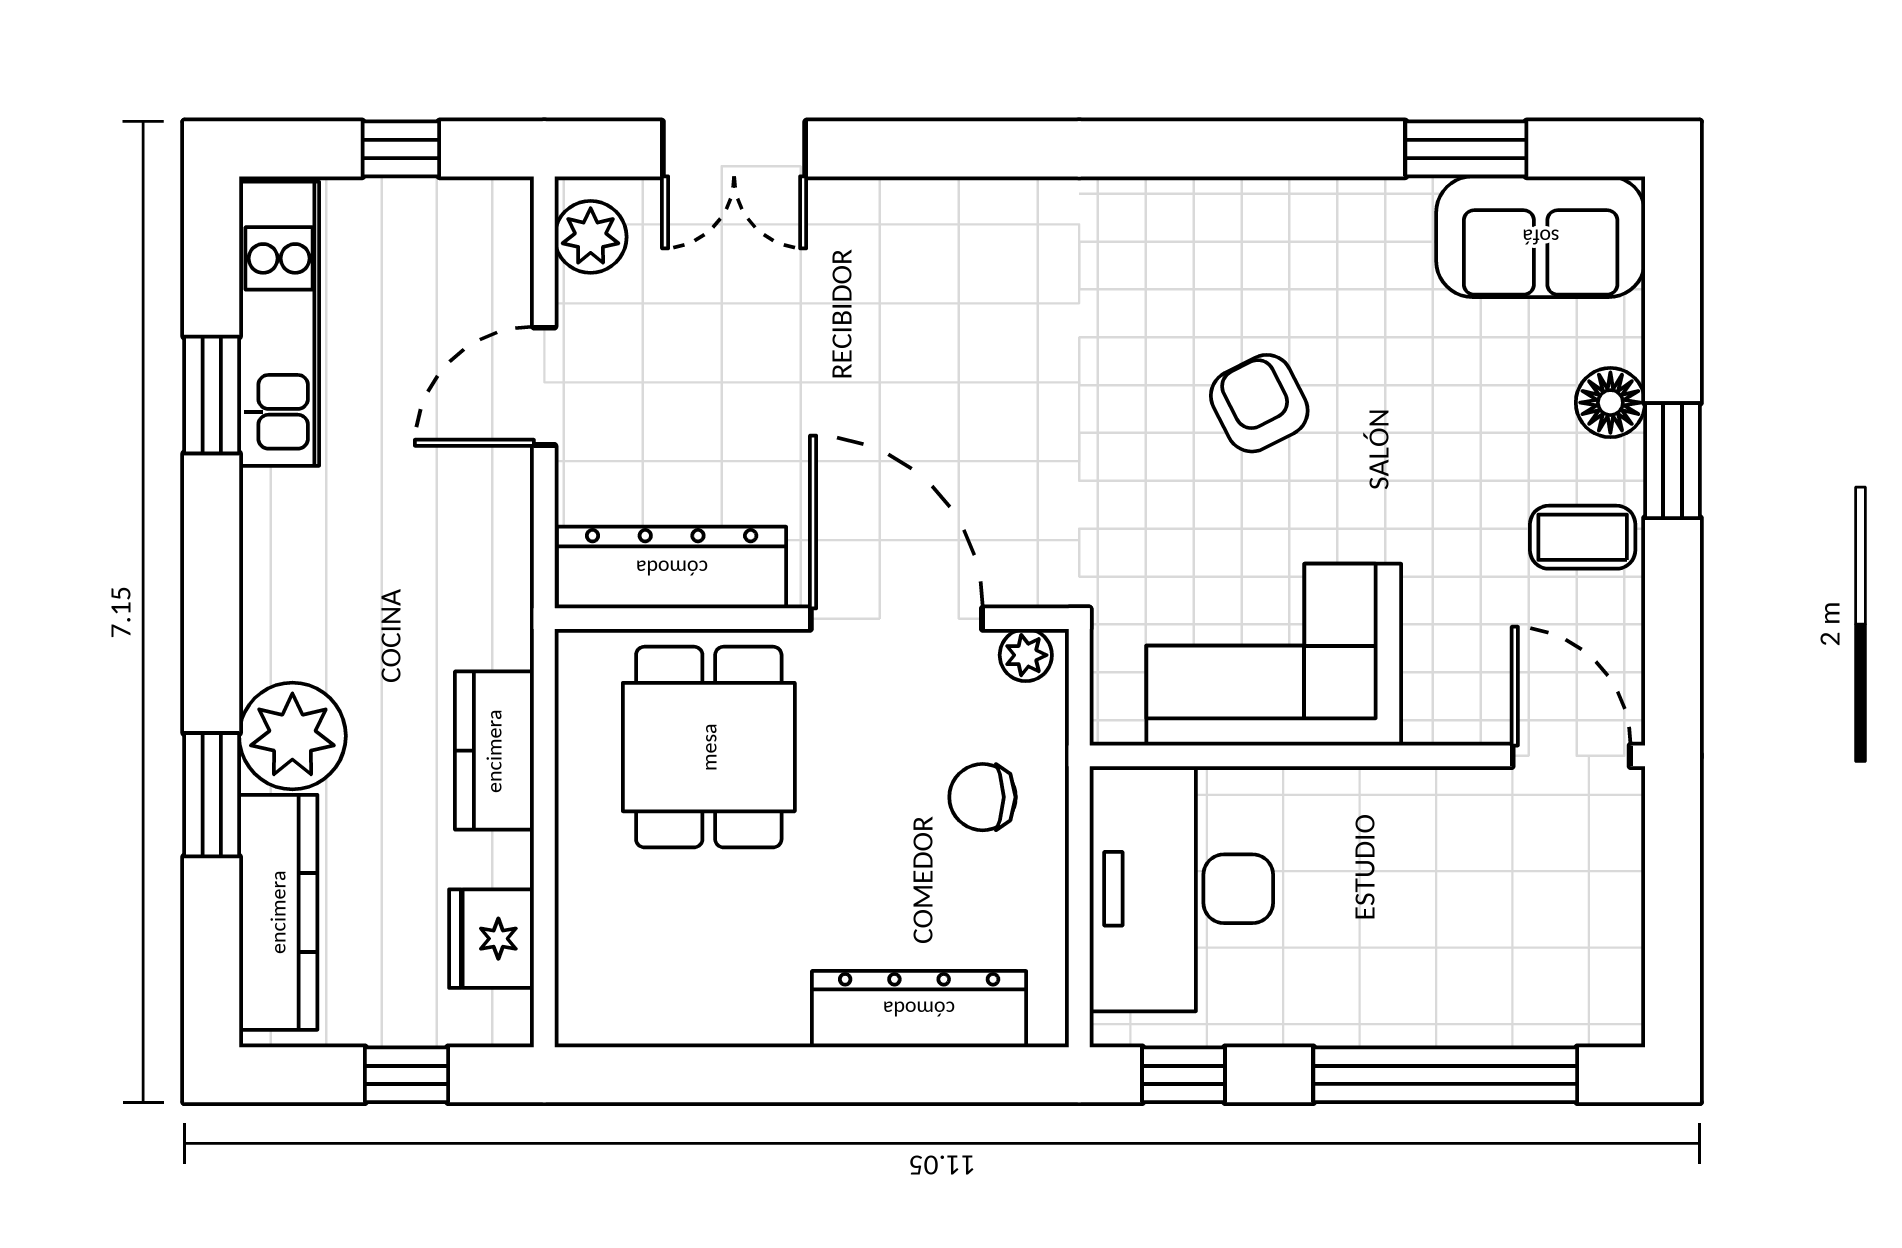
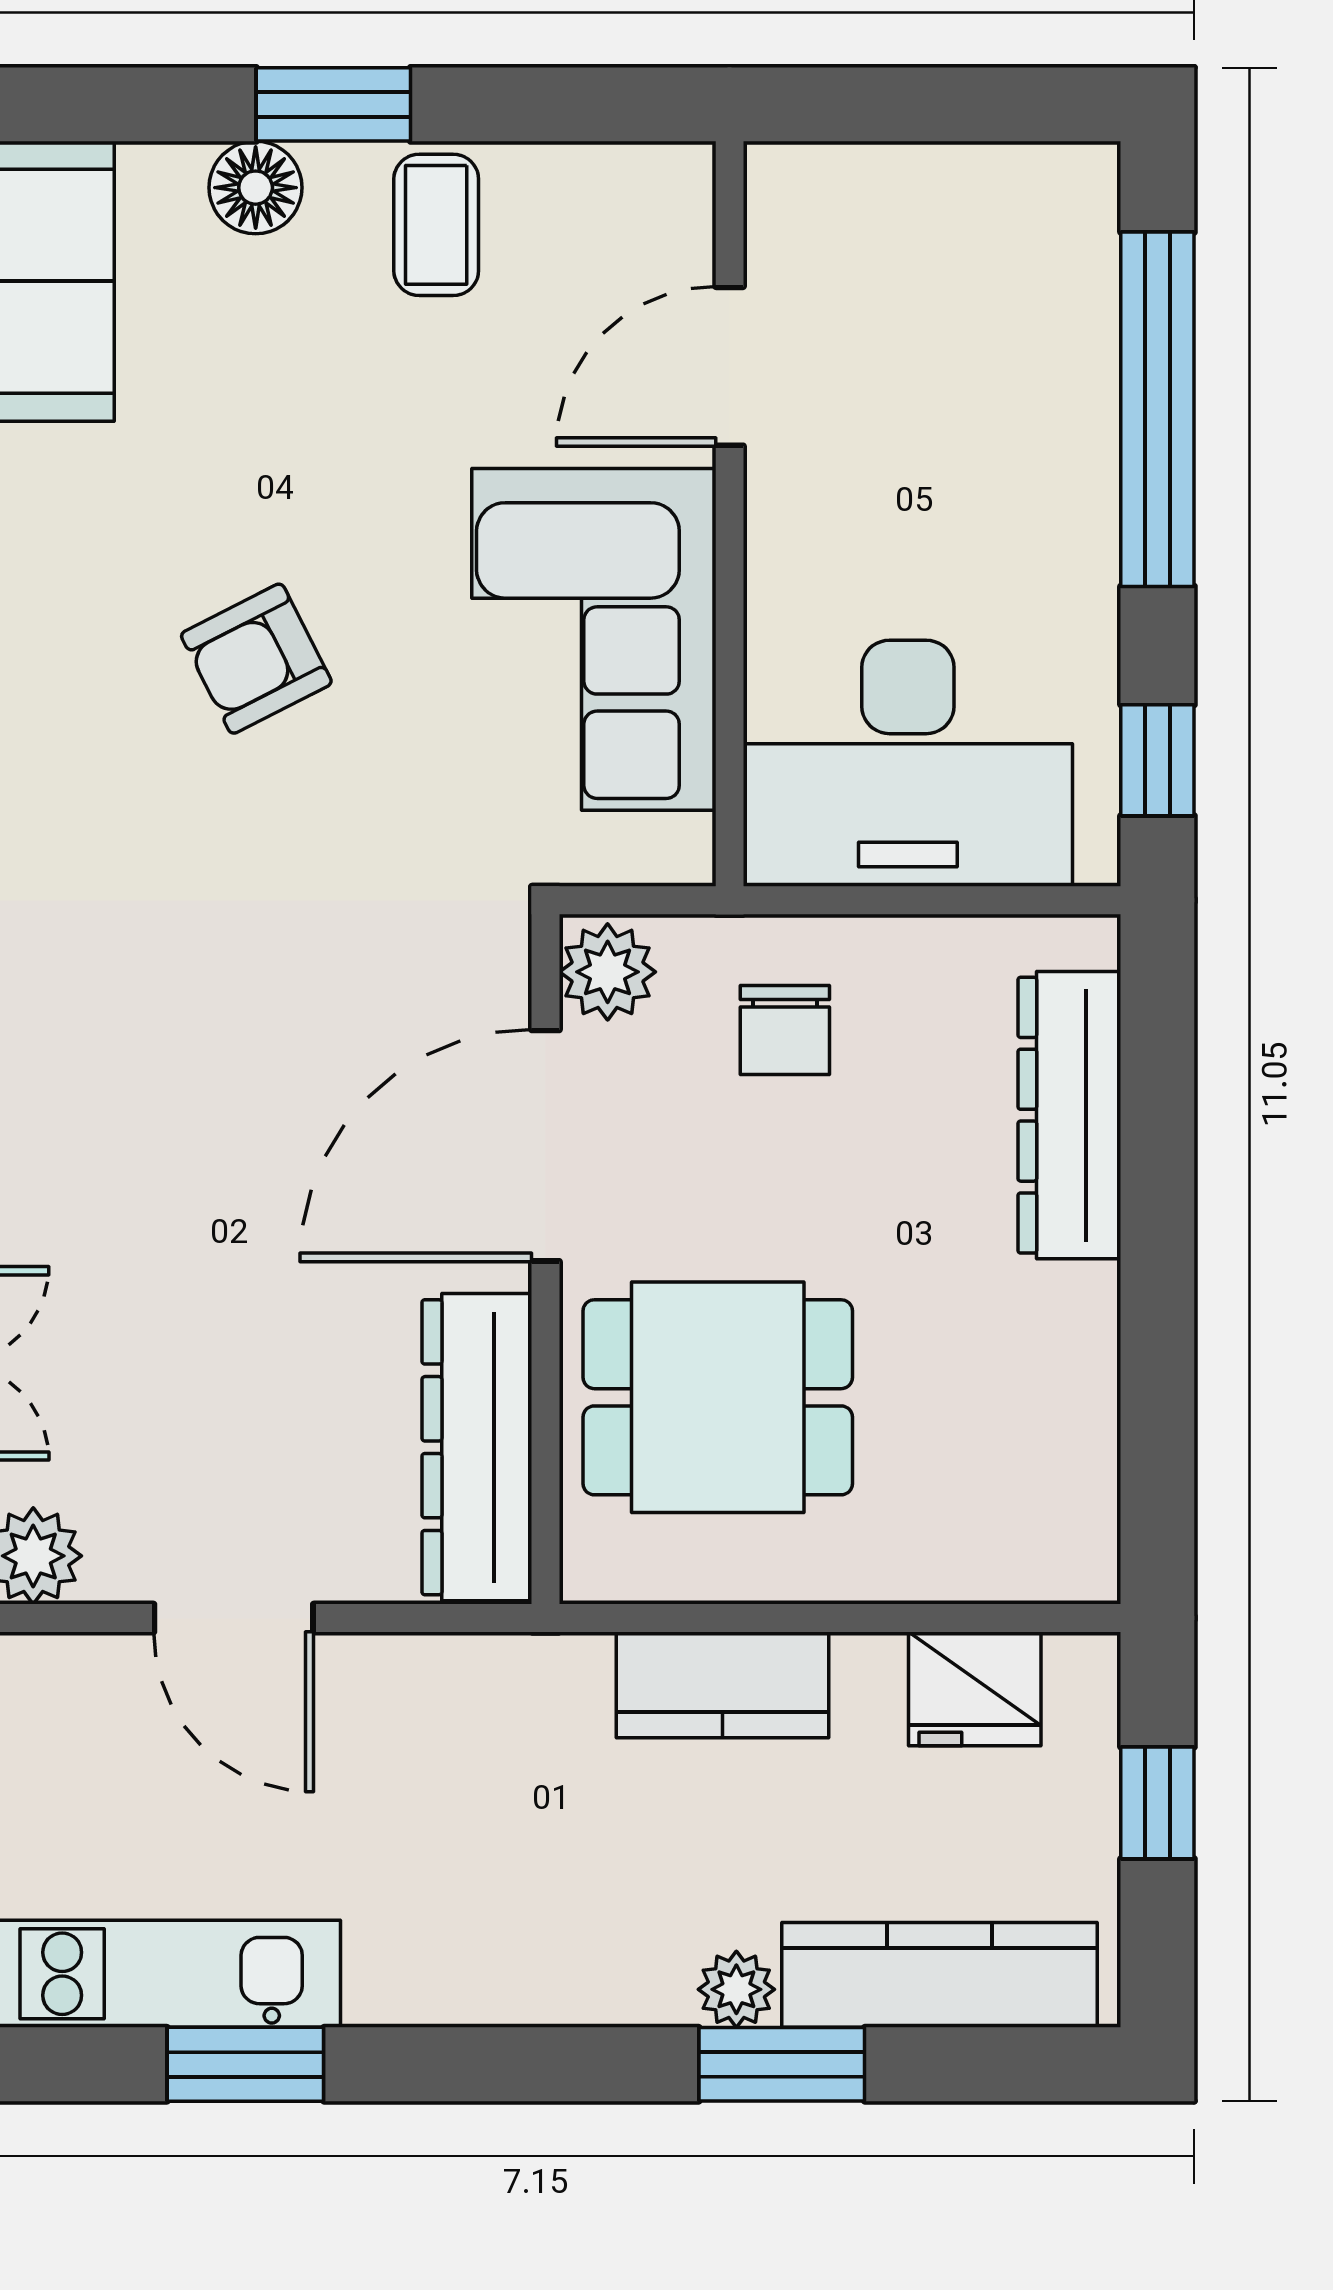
plant: (1026, 655) -> (608, 972), width x1.38, depth x1.38
plant: (292, 736) -> (736, 1989), width x0.53, depth x0.53
door: (1571, 756) -> (730, 366), moved

